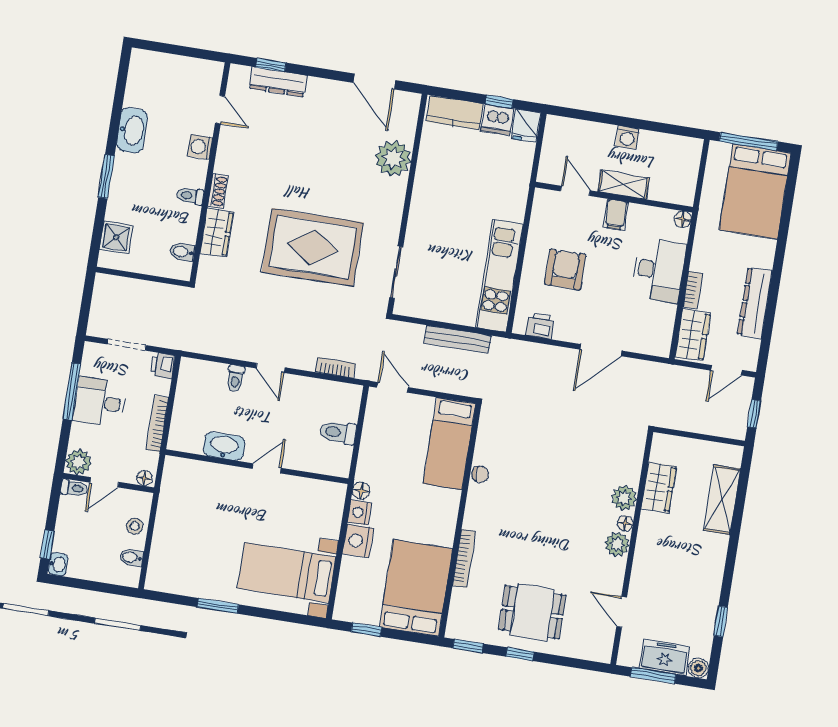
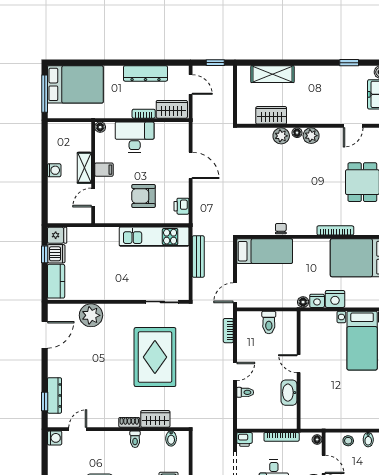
washing machine: (200, 147) -> (55, 438), moved, turned -90

